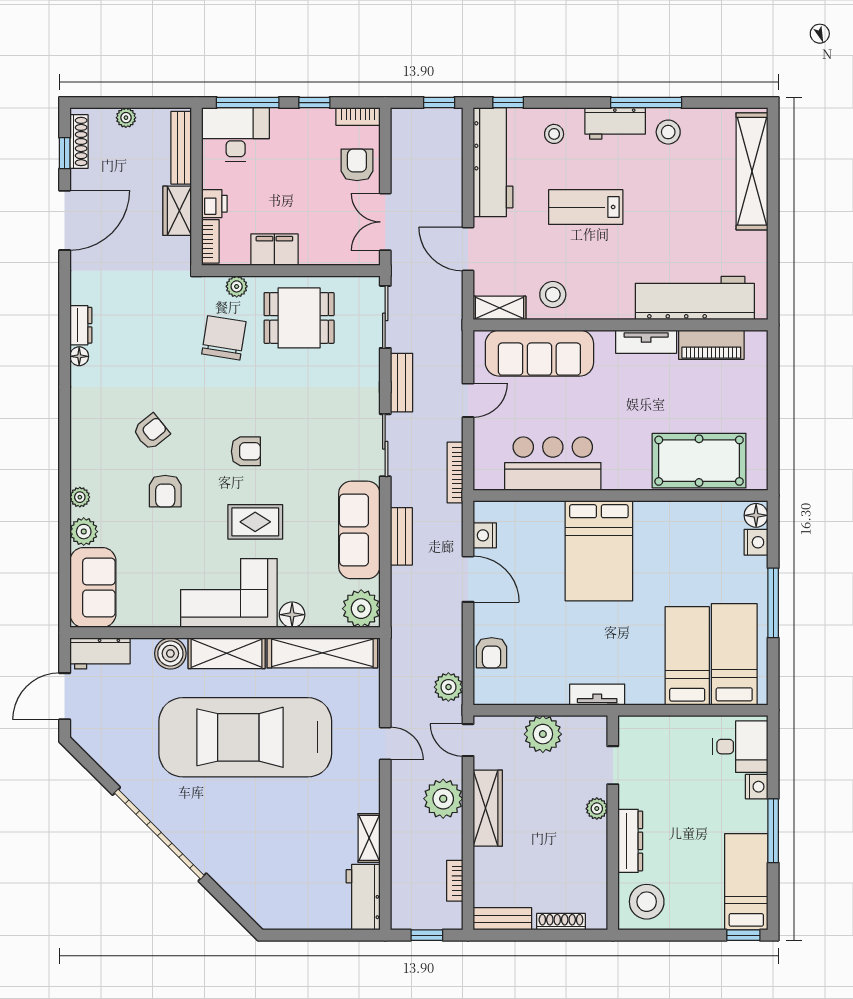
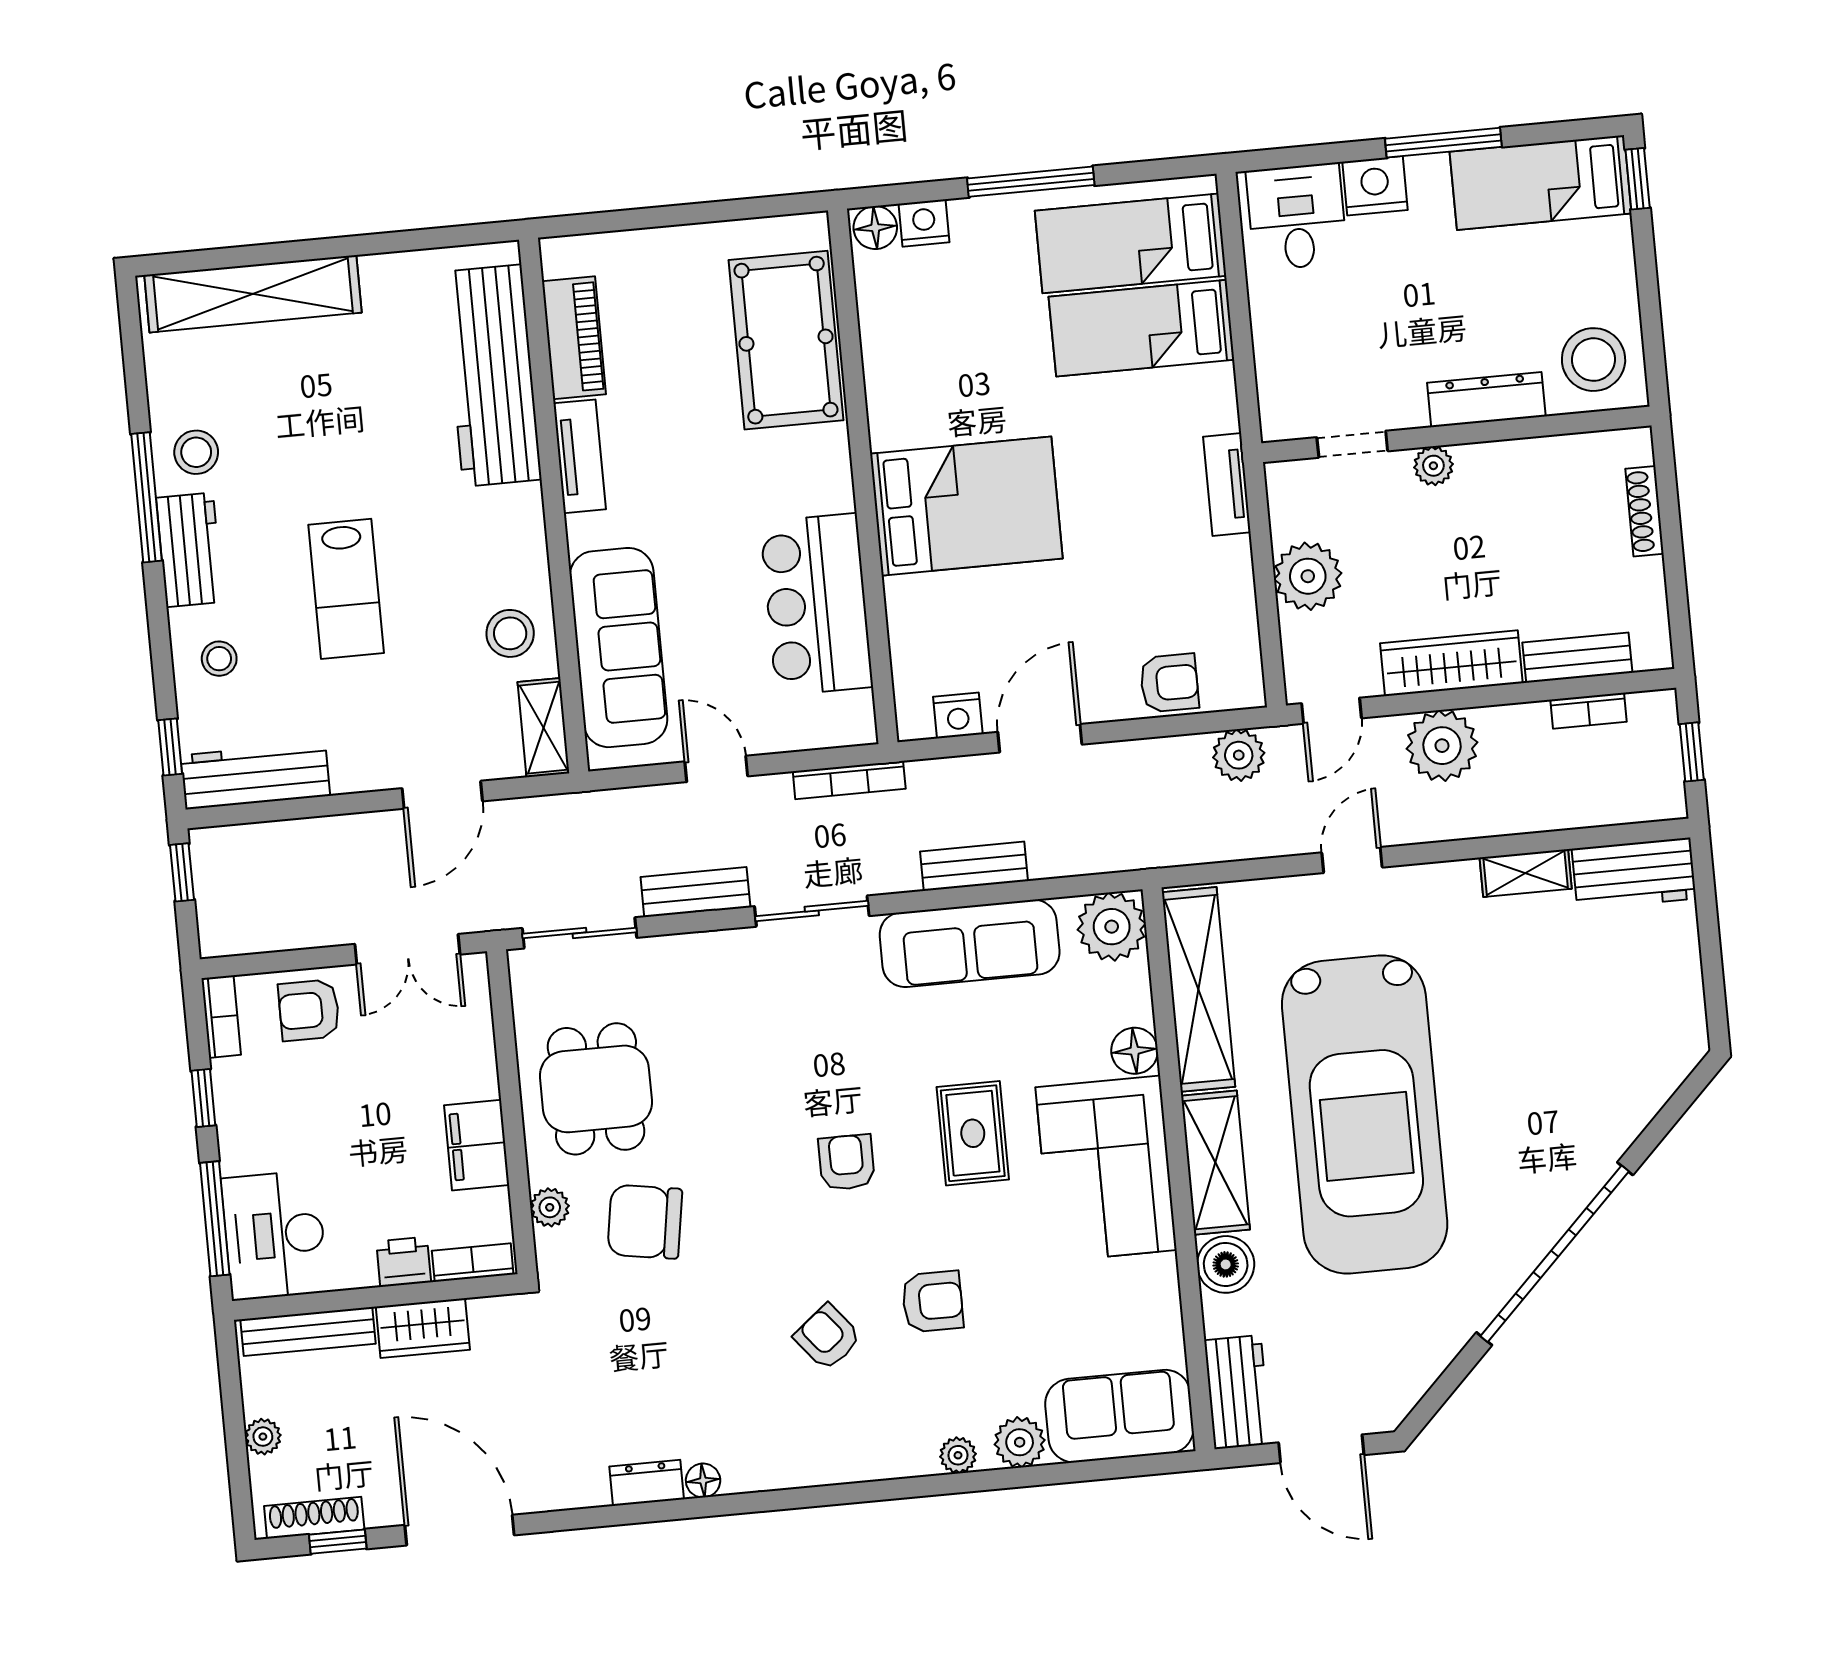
workbench: (493, 162) -> (255, 776), width x0.73, depth x0.76
nightstand: (757, 787) -> (1375, 186), width x1.36, depth x1.33
bench: (502, 919) -> (1577, 658), moved, turned 90

